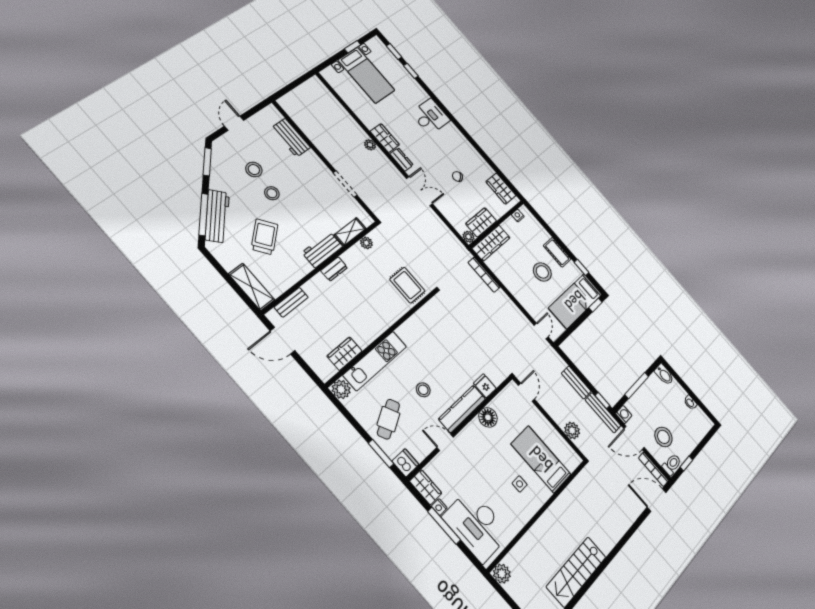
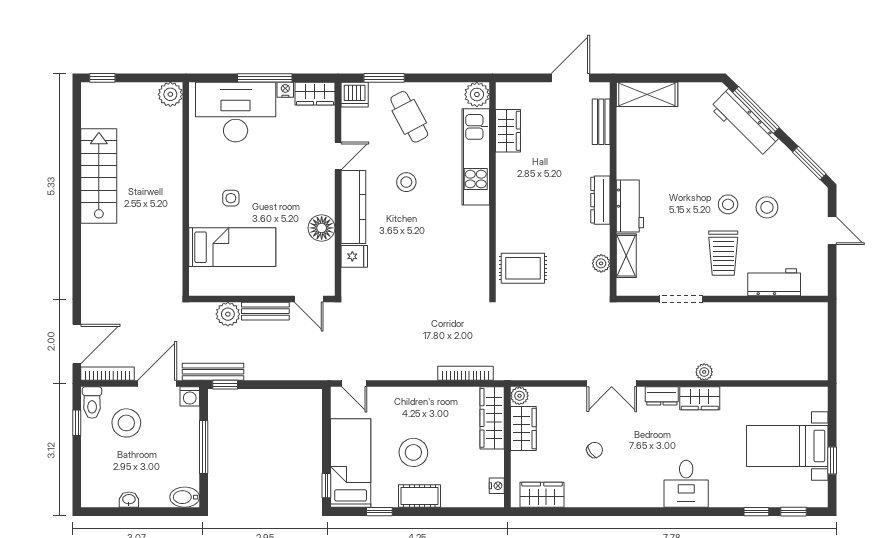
trolley: (265, 237) -> (723, 253), moved, turned 39
dresser: (334, 269) -> (600, 200), width x1.44
bench: (576, 382) -> (265, 311), moved

